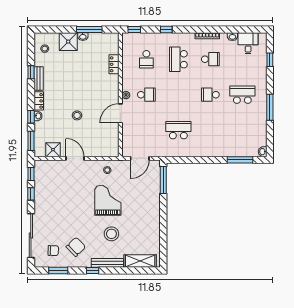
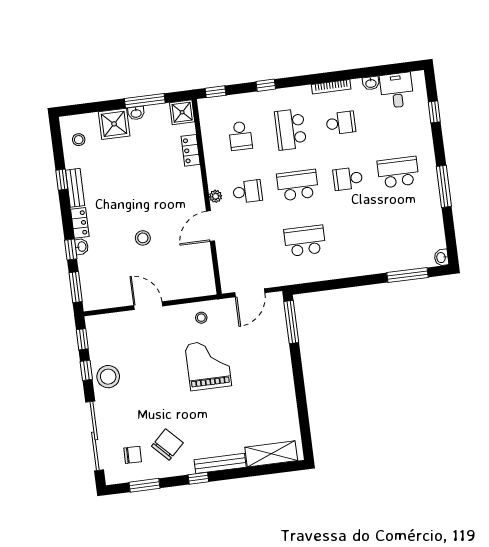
school desk: (178, 95) -> (298, 185), added
shower: (53, 150) -> (182, 112), moved
stool: (111, 234) -> (108, 377), moved

